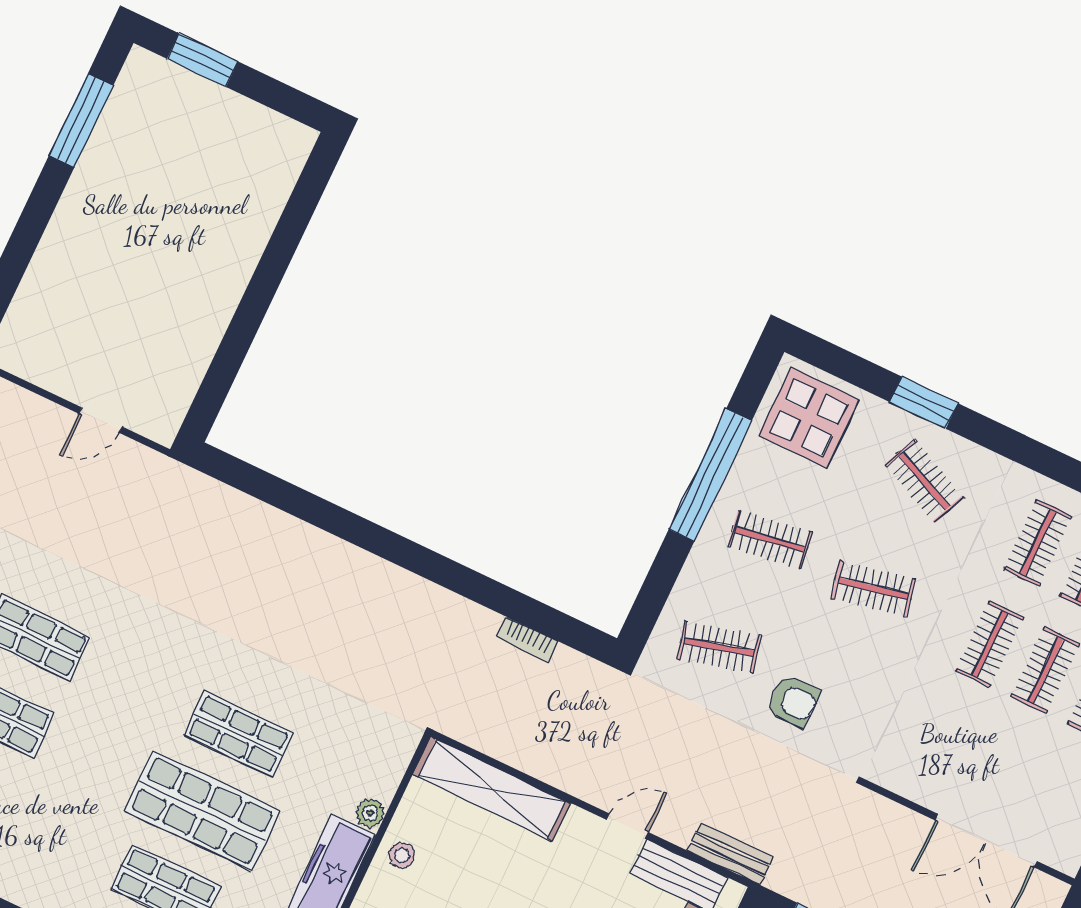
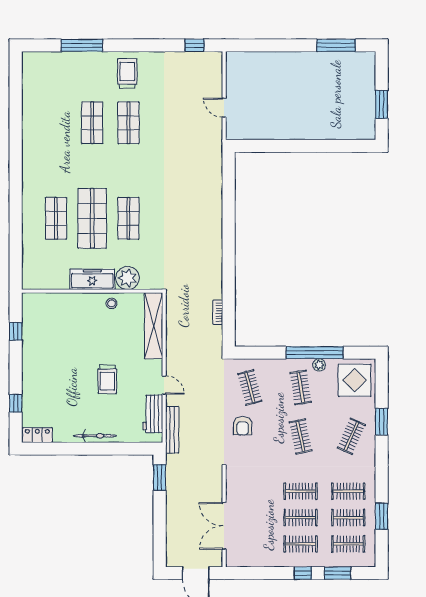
window: (203, 60) -> (382, 104), moved
plant: (741, 478) -> (319, 365), added
plant: (370, 813) -> (127, 278), width x1.88, depth x1.88
bench: (730, 854) -> (172, 430), width x1.36

